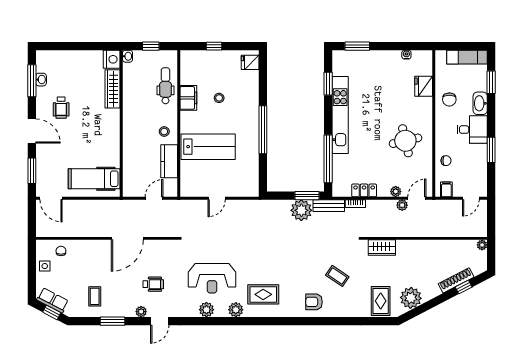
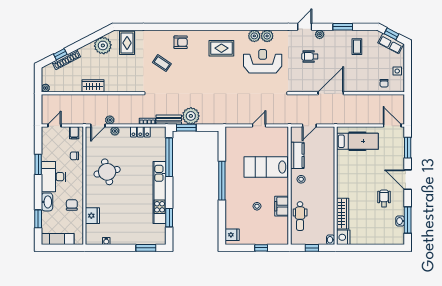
desk: (472, 130) -> (53, 177), width x1.37
wardrobe: (382, 247) -> (93, 86), moved
plant: (236, 310) -> (254, 36), moved

